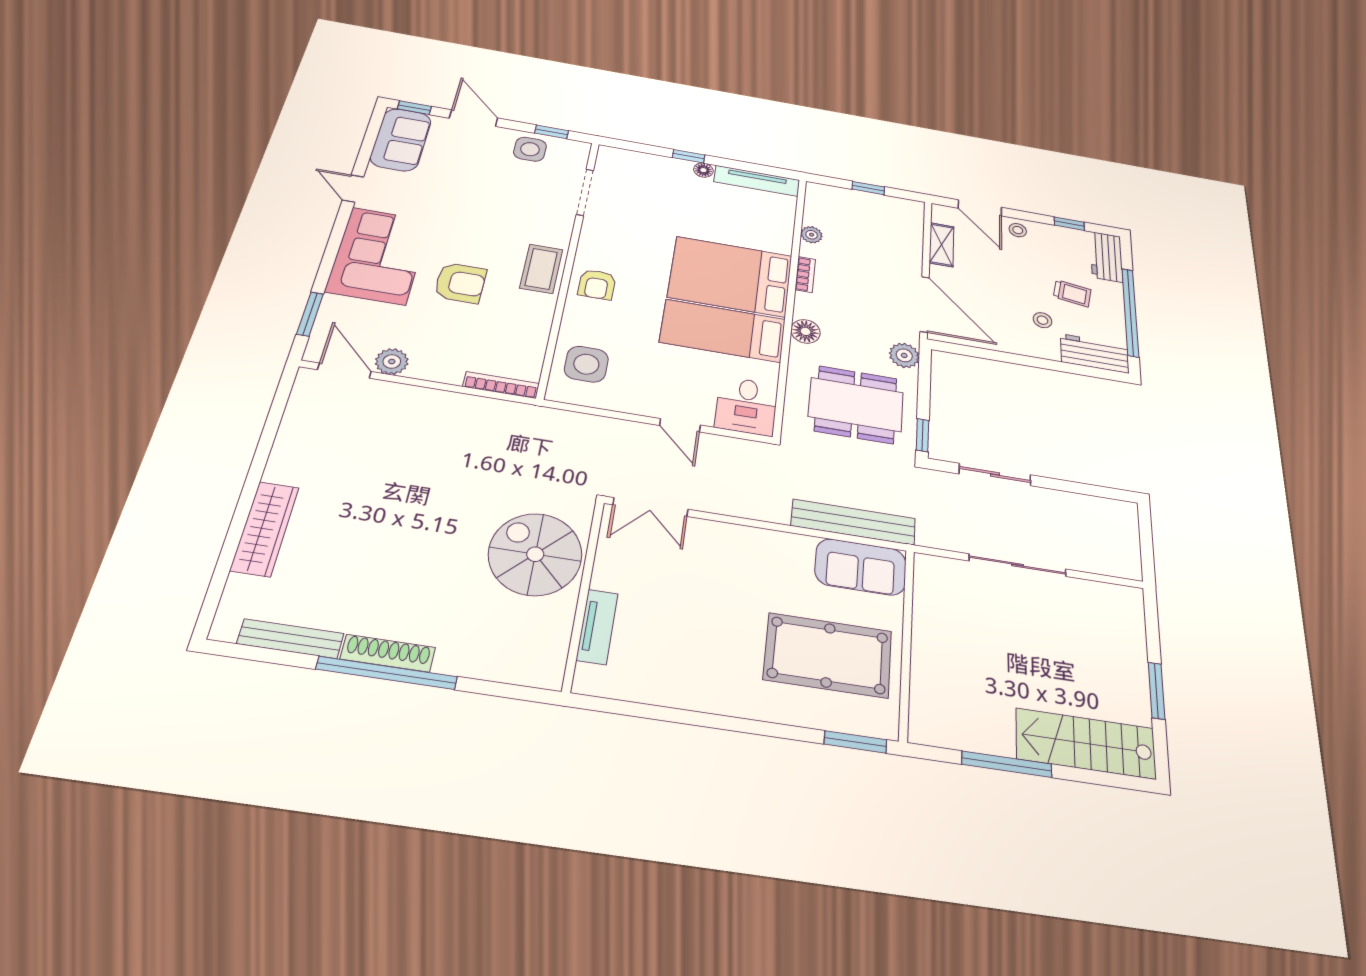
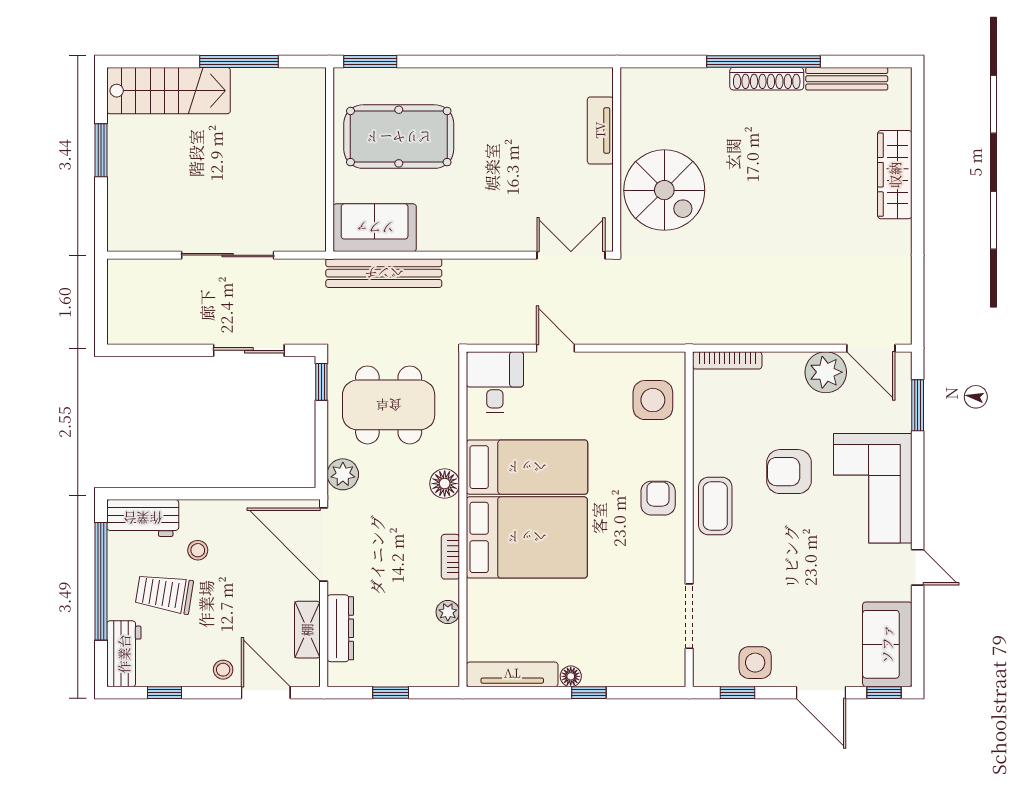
dresser: (912, 240) -> (340, 628), added
trolley: (1072, 293) -> (164, 594), width x1.36, depth x1.39
plant: (392, 362) -> (826, 372), width x1.36, depth x1.36

